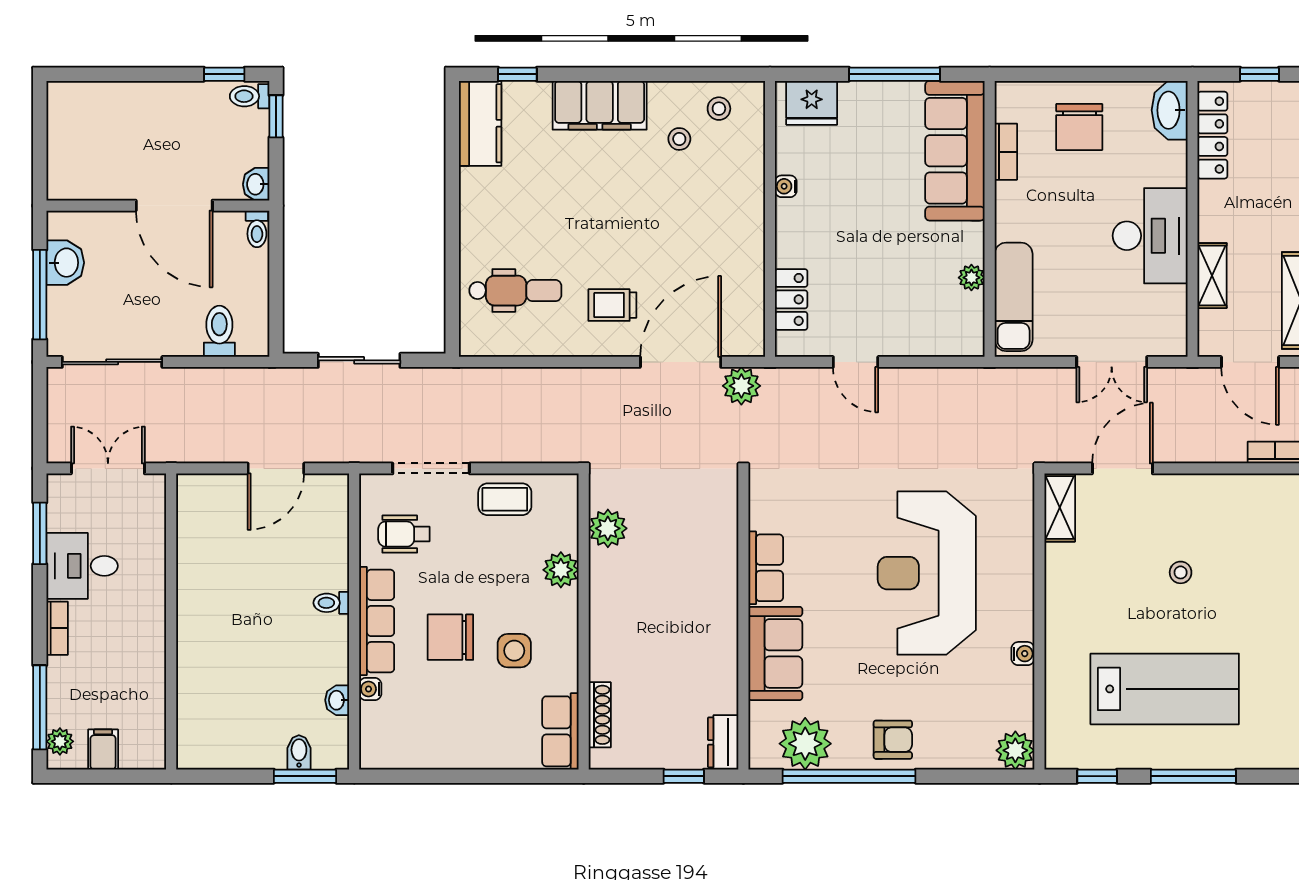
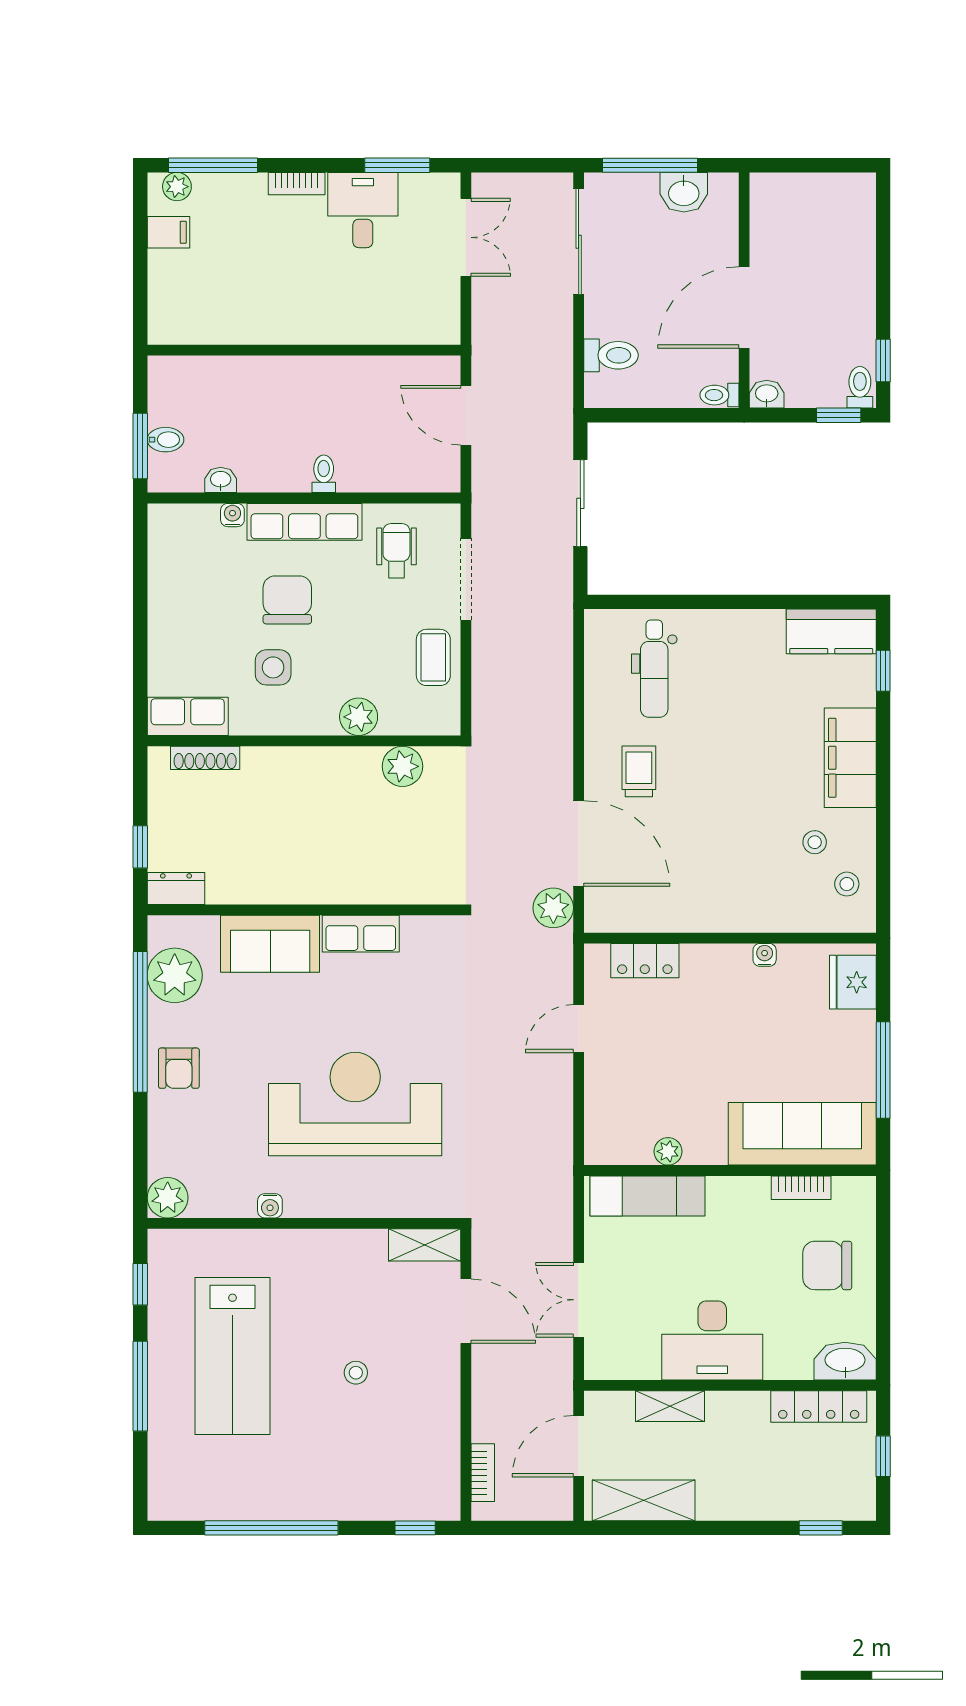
wall: (171, 621) -> (304, 350), moved

